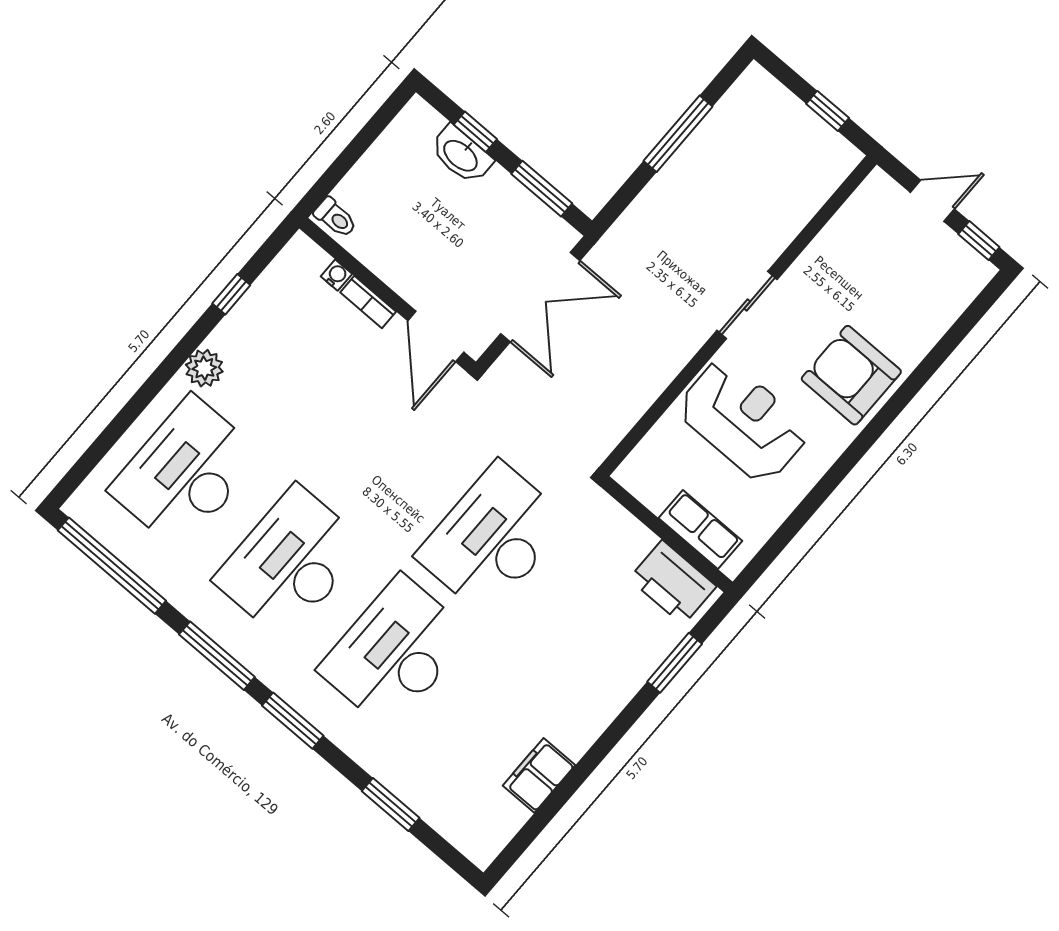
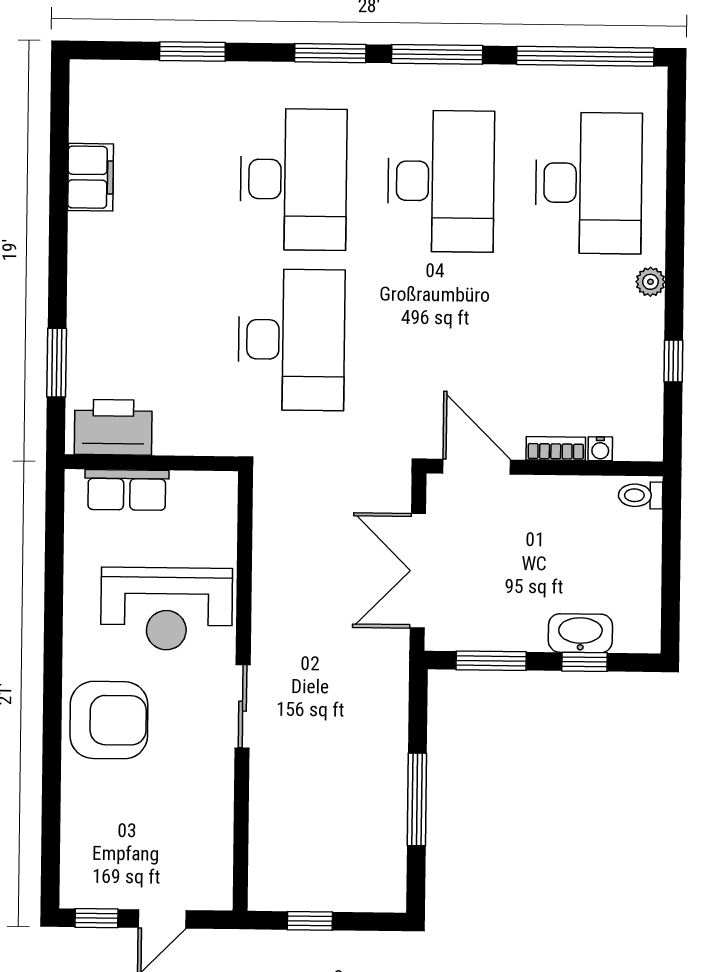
plant: (204, 368) -> (650, 282), width x0.73, depth x0.73

